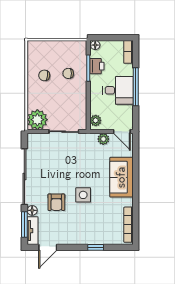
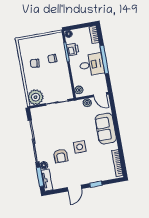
door: (48, 247) -> (75, 188), moved

